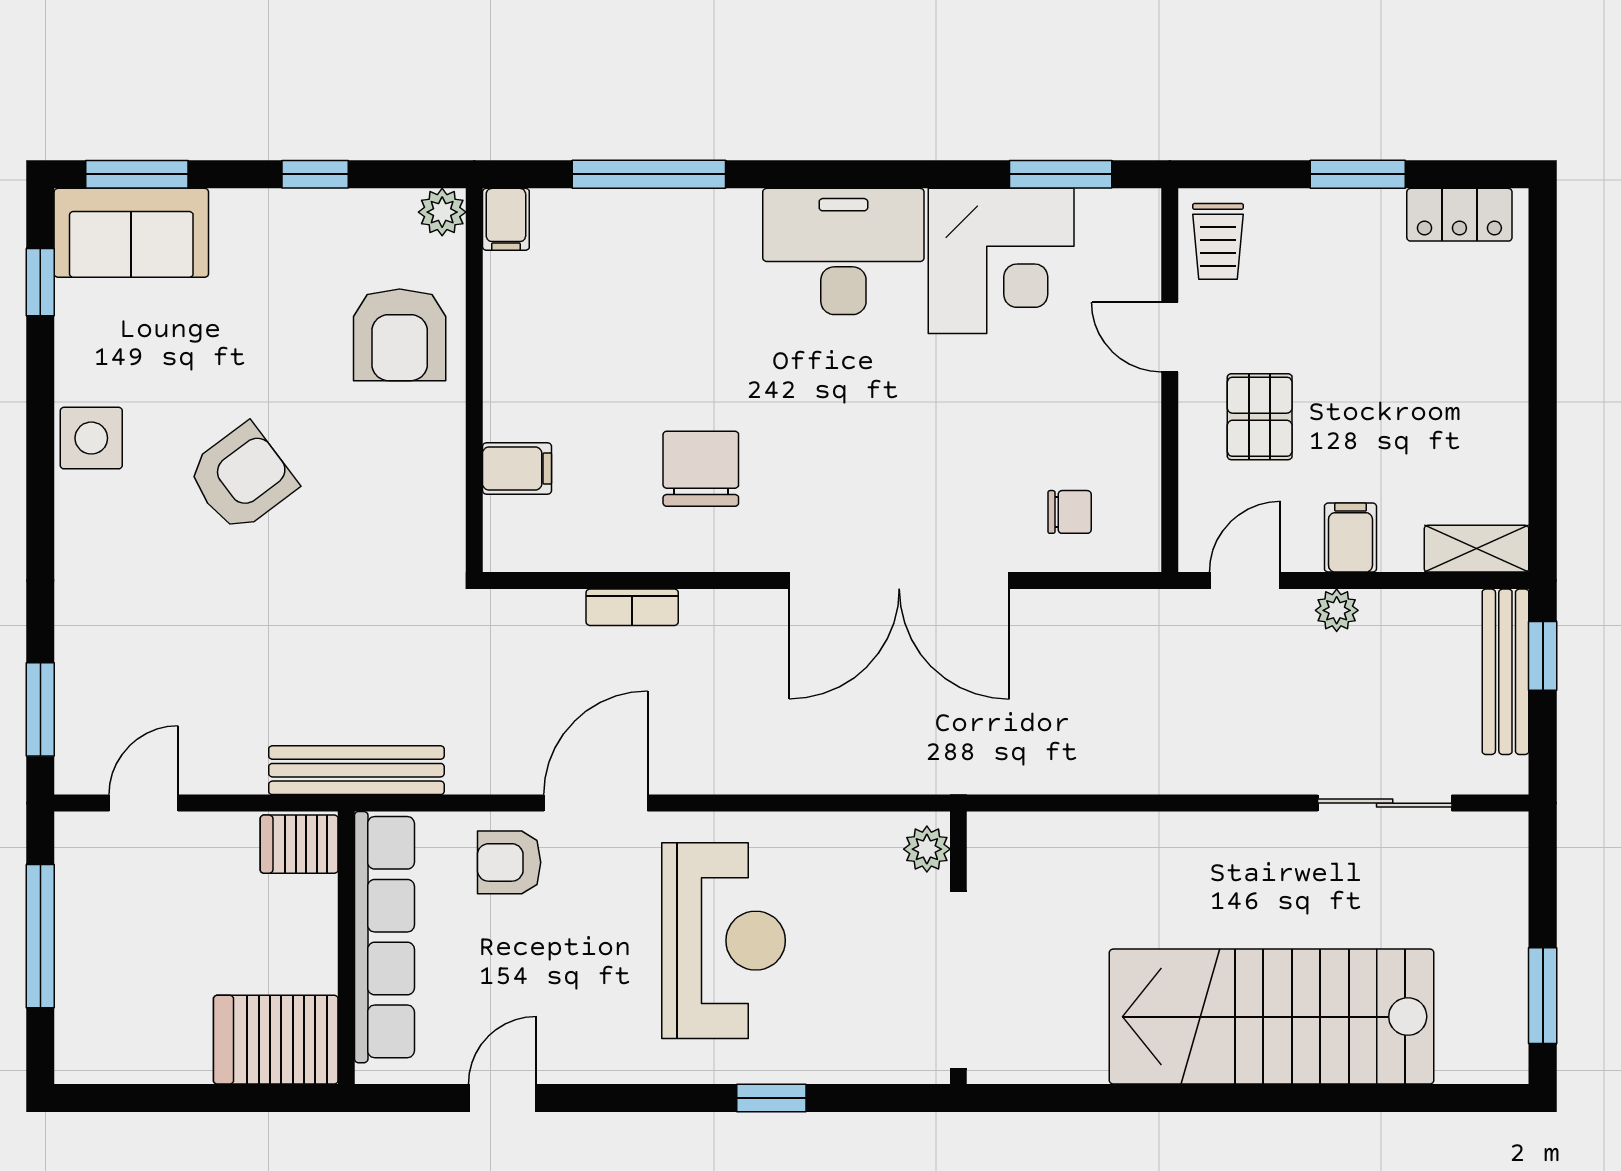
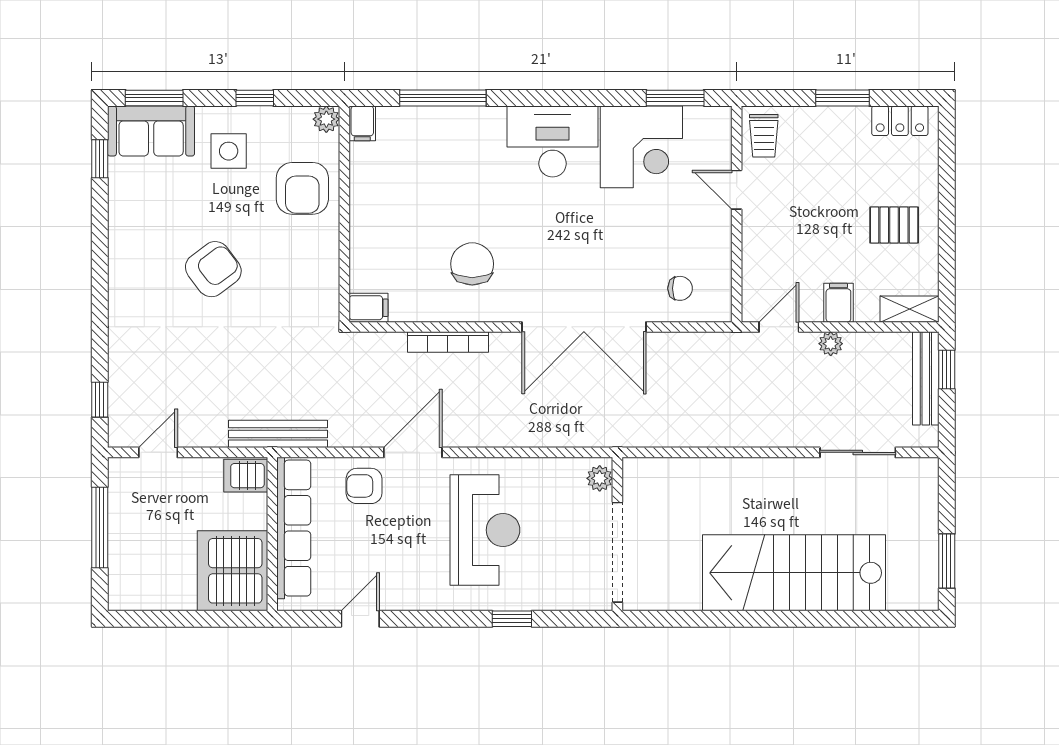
pallet: (1260, 417) -> (894, 225), moved, turned 90
side table: (91, 438) -> (229, 151), moved
filing cabinet: (517, 469) -> (369, 308), moved
bookcase: (632, 607) -> (448, 342), width x1.56
window: (40, 709) -> (100, 400), width x0.67
server rack: (276, 1040) -> (232, 571), width x1.60

